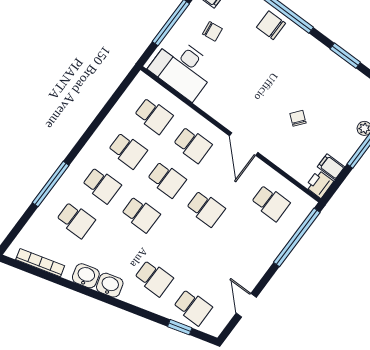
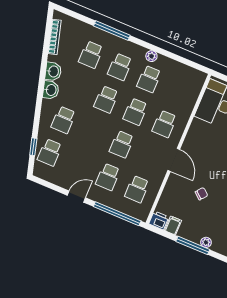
school desk: (154, 116) -> (108, 177), moved
plant: (98, 140) -> (151, 56), added
door: (244, 144) -> (174, 160), swing flipped
door: (246, 305) -> (76, 197), moved

